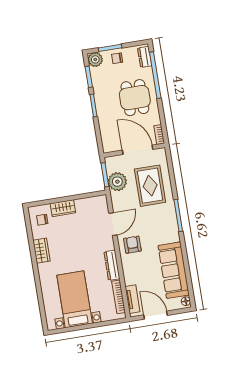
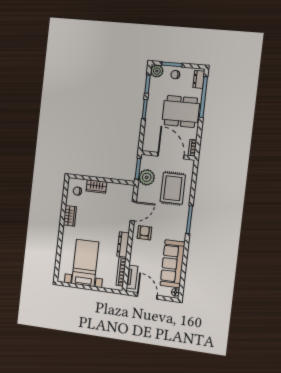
dining table: (135, 98) -> (181, 111), width x1.38

